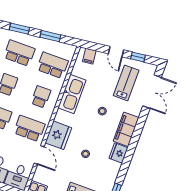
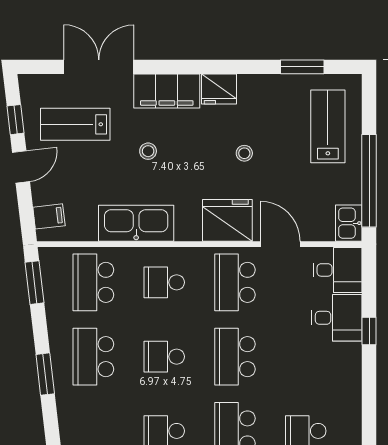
window: (50, 36) -> (35, 283), moved
double door: (152, 92) -> (99, 67), moved
door: (39, 155) -> (280, 244), hinge flipped

